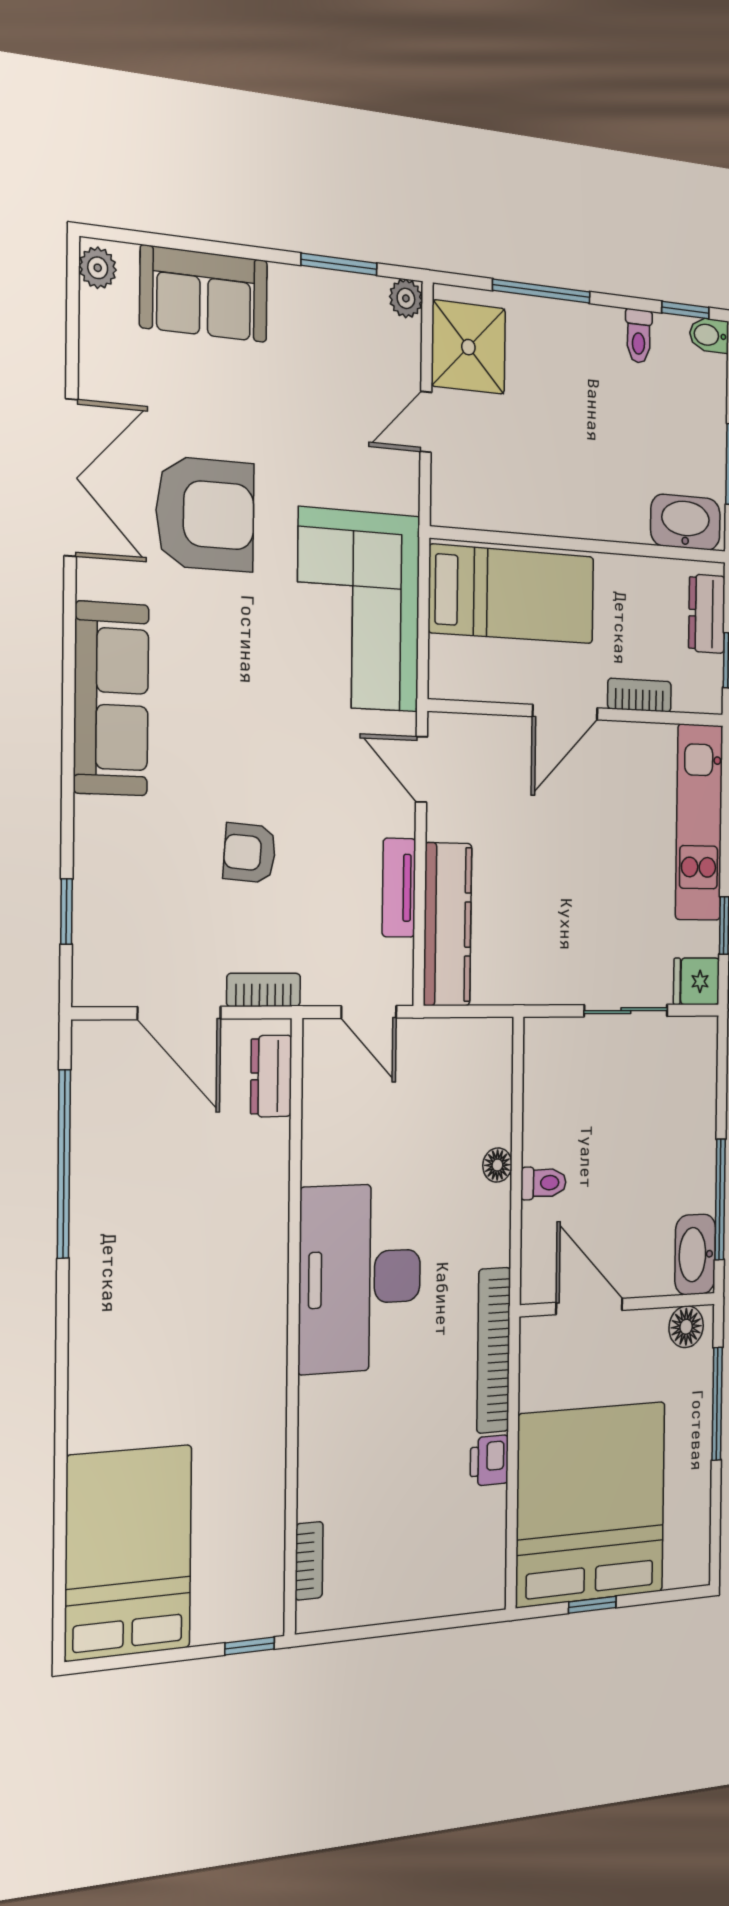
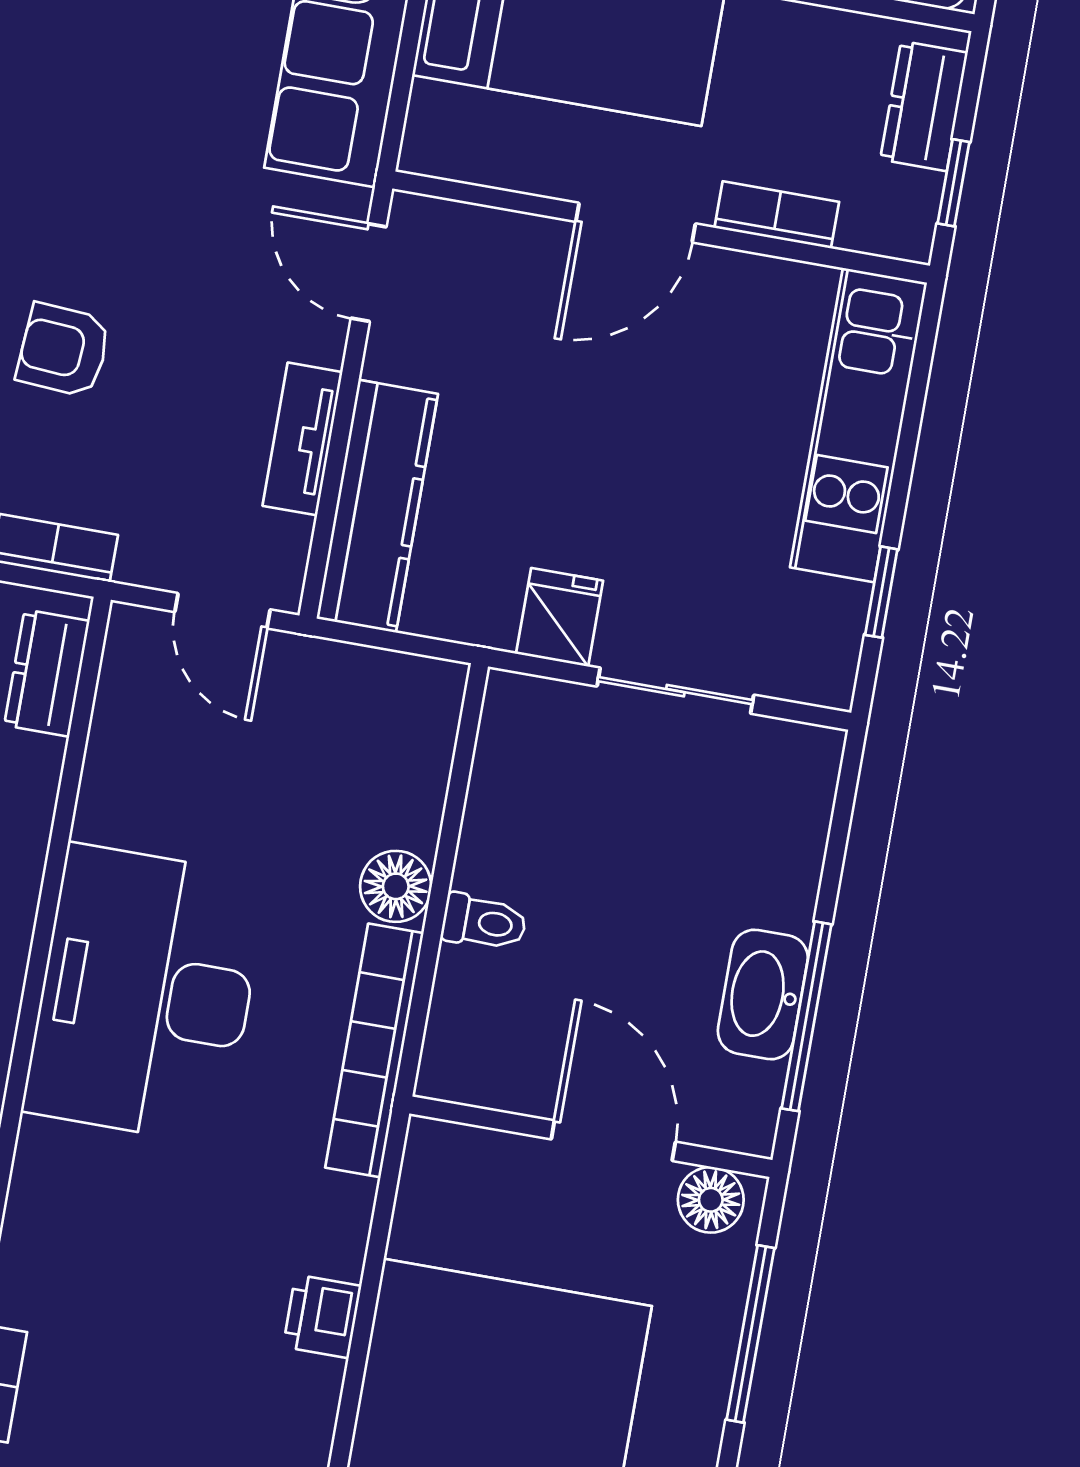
fridge: (696, 981) -> (560, 617), moved, turned 90
floor lamp: (497, 1165) -> (396, 886), width x1.37, depth x1.37
washbasin: (695, 1254) -> (763, 994), moved
door: (589, 1306) -> (613, 1141), moved
bookcase: (494, 1350) -> (374, 1050), moved

